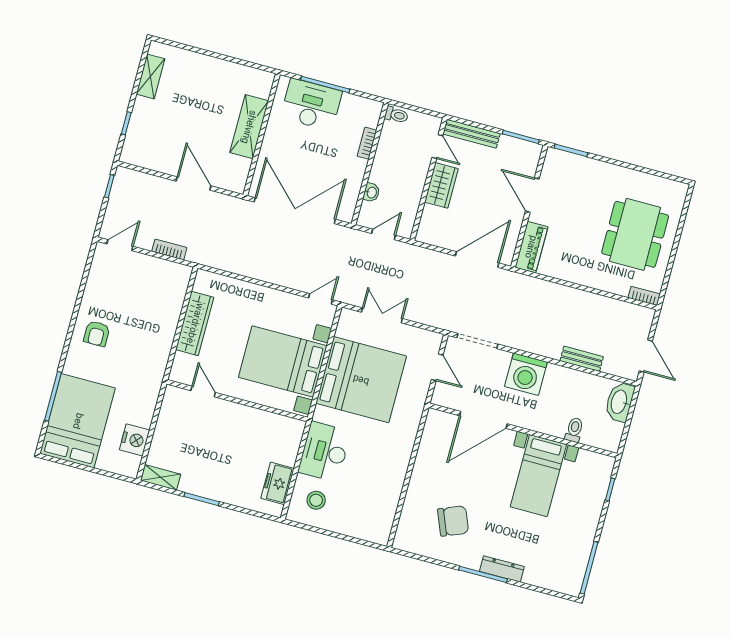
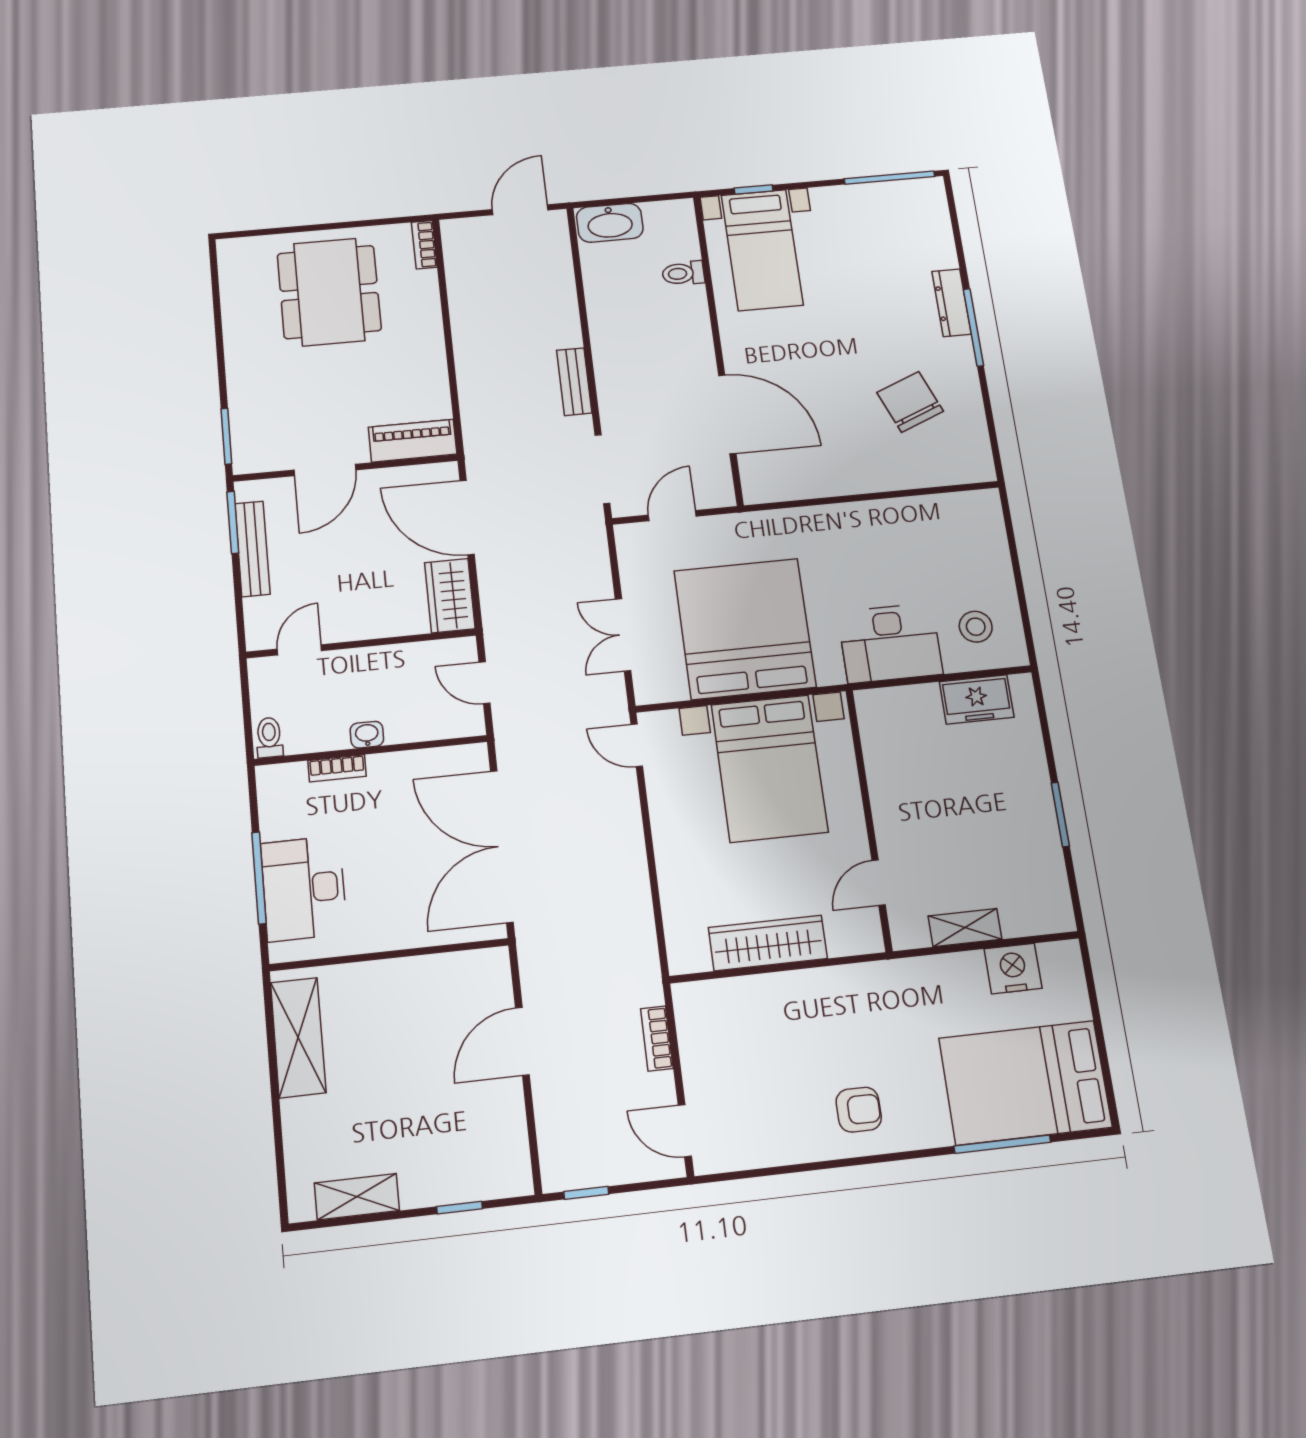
shelving: (249, 127) -> (298, 1037), moved, turned 90
bench: (471, 134) -> (252, 549), moved
wardrobe: (441, 185) -> (450, 596), moved, turned -90
washbasin: (371, 193) -> (367, 735), moved
dining table: (635, 234) -> (329, 292), turned 90
bench: (582, 359) -> (574, 382), moved
washing machine: (526, 374) -> (625, 376), removed
bed with nightstands: (538, 476) -> (762, 250), moved, turned 90
shelving: (161, 477) -> (965, 928), moved, turned 90

